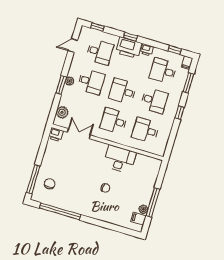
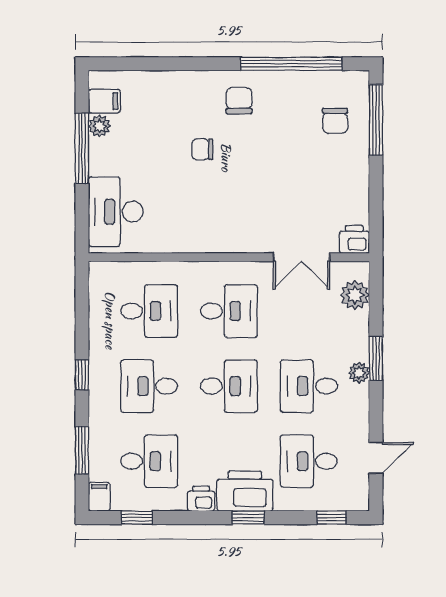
desk: (120, 159) -> (116, 212), moved, turned 90
chair: (85, 203) -> (239, 101), added

